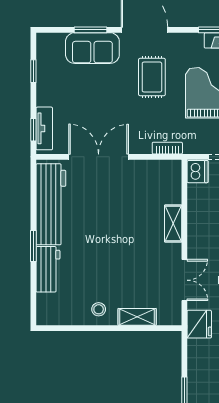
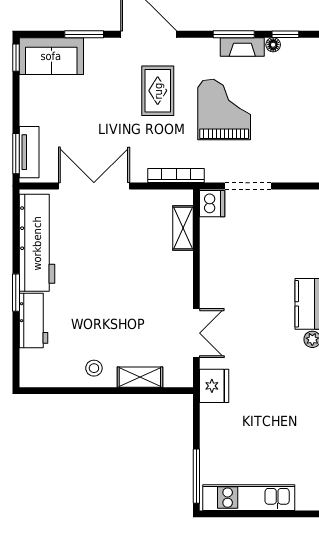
sofa: (92, 48) -> (51, 56), moved
window: (33, 71) -> (16, 58), moved
window: (33, 130) -> (16, 154), width x1.50
bookcase: (167, 148) -> (176, 176), width x1.56
shelving: (173, 223) -> (183, 228), moved

